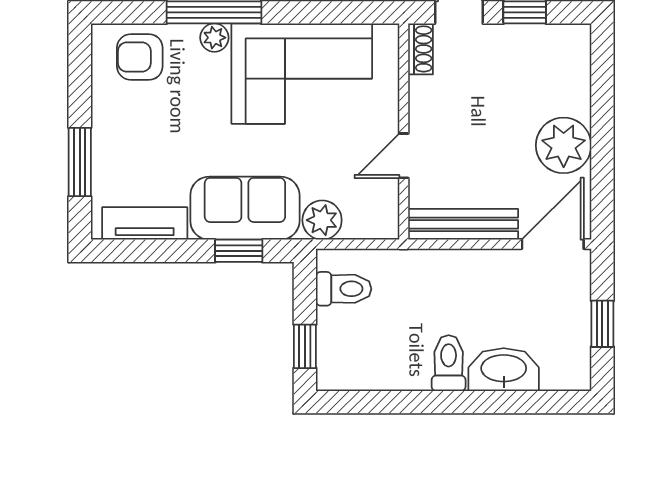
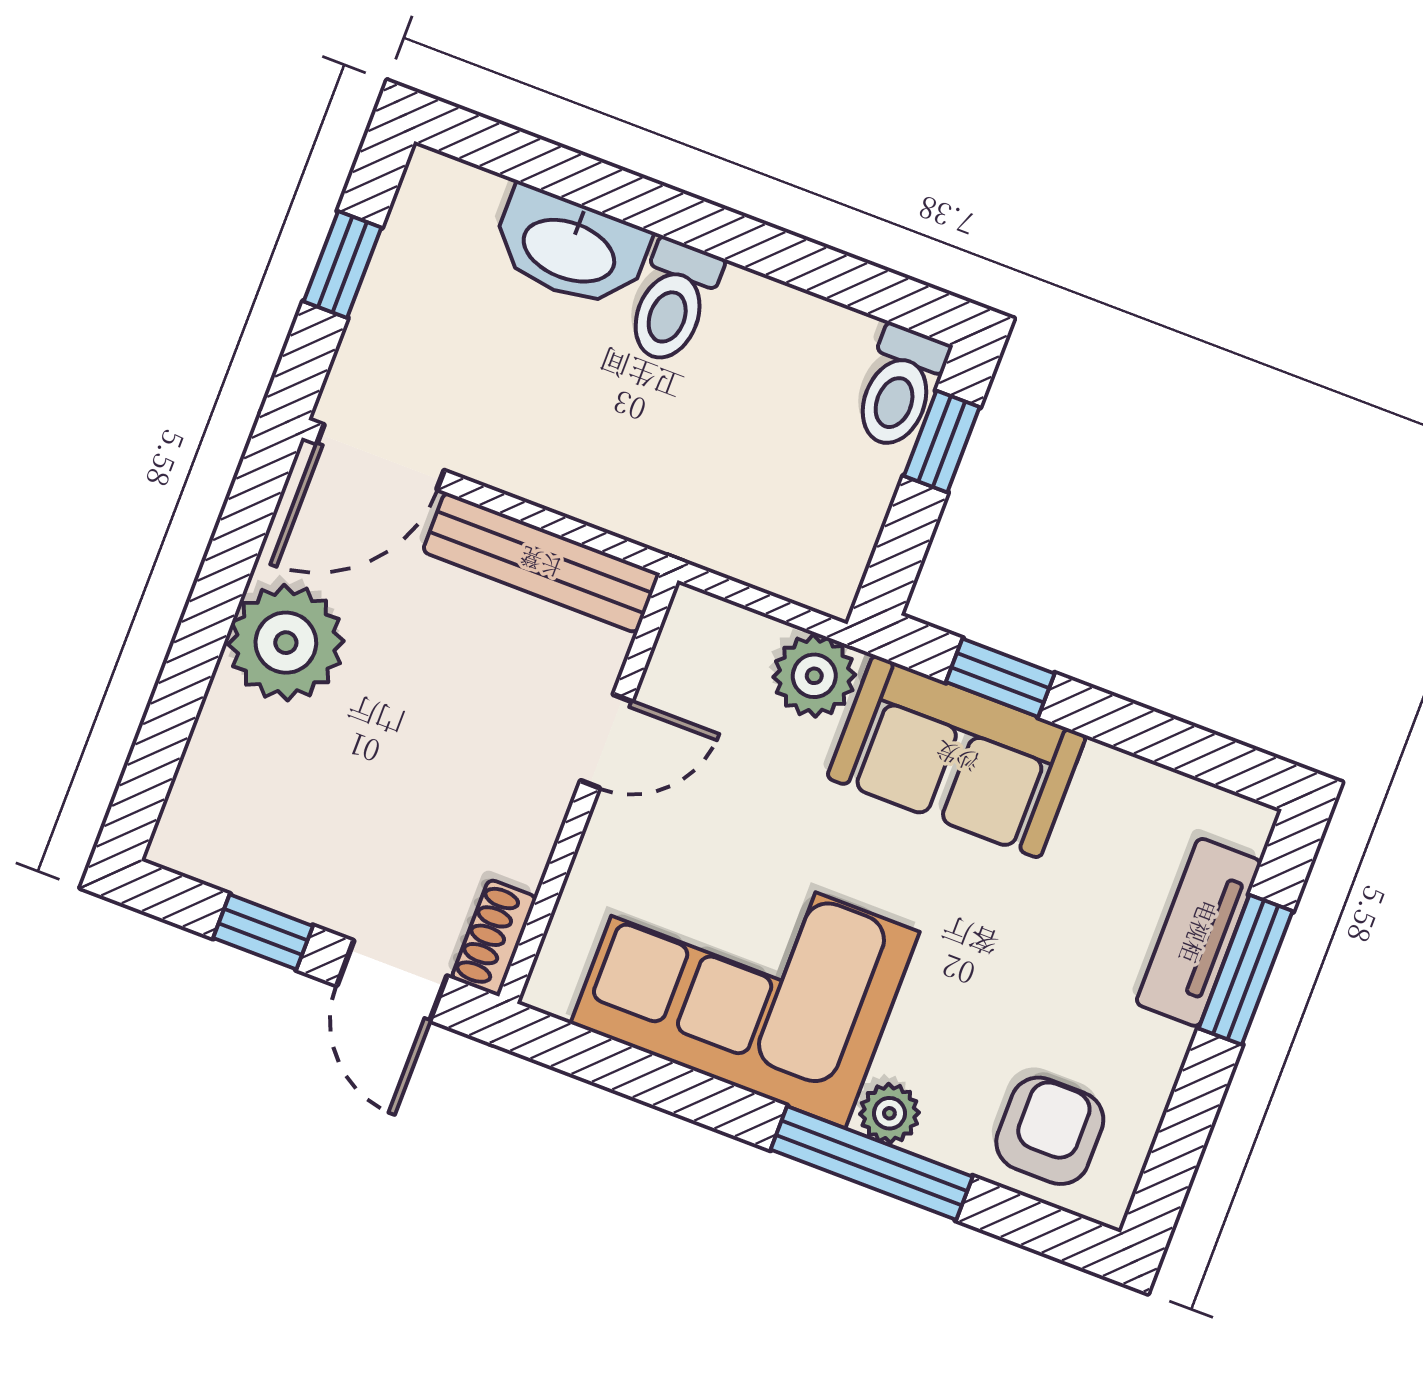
armchair: (140, 57) -> (1050, 1131), turned -90
tv unit: (145, 223) -> (1199, 932), moved, turned 90
toilet: (344, 289) -> (900, 387), moved, turned -90

